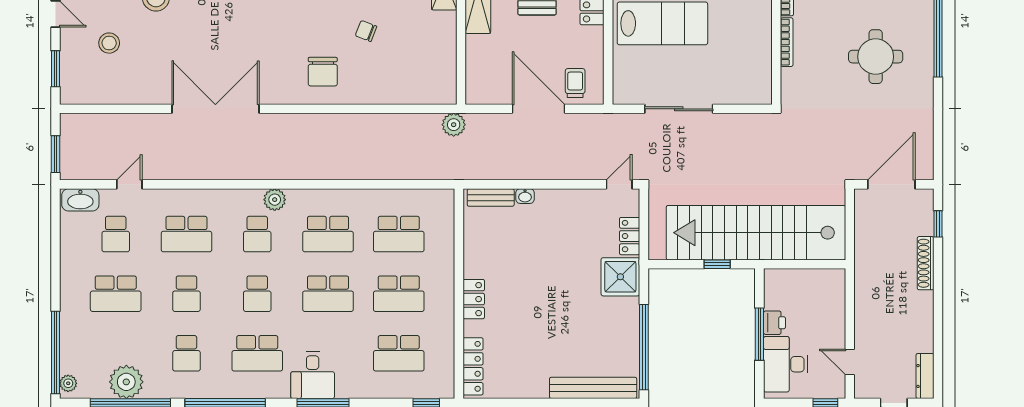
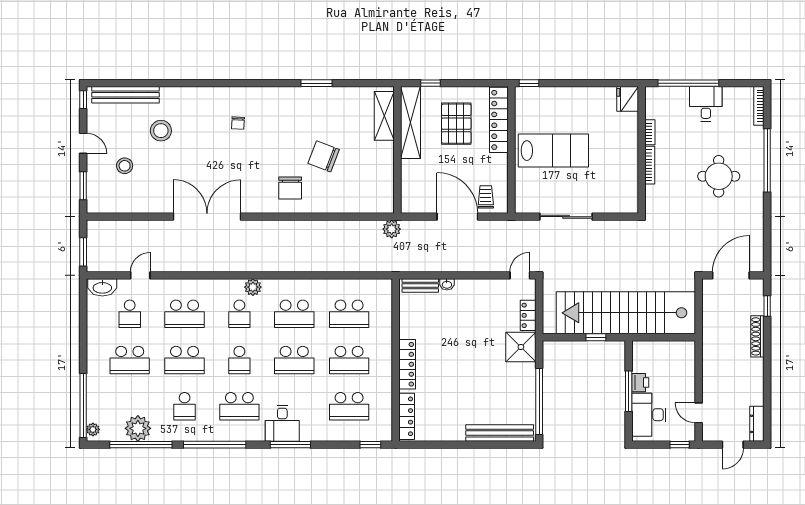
chair: (366, 31) -> (324, 156), width x1.87, depth x1.87
school desk: (186, 294) -> (185, 360), width x1.85
locker: (474, 299) -> (407, 364), width x1.53

